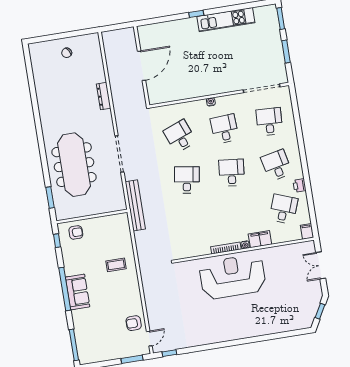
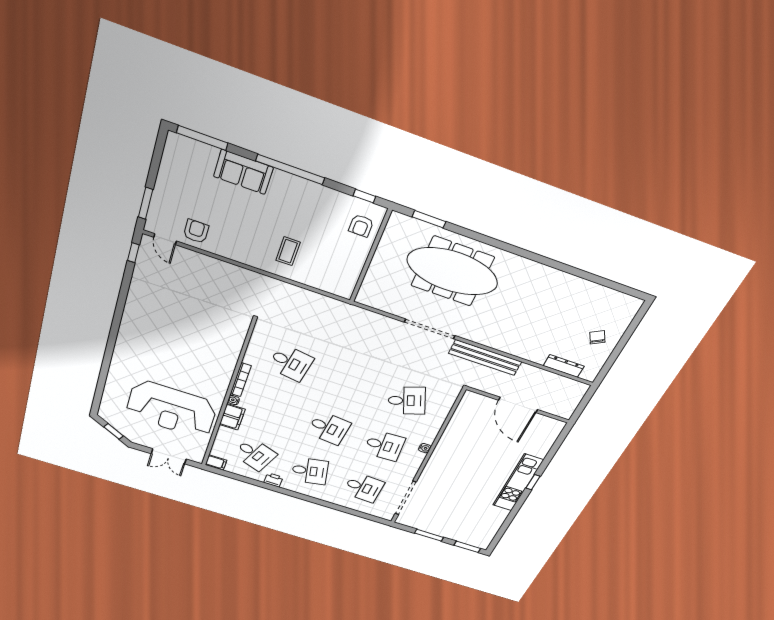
kitchen unit: (226, 20) -> (518, 483), moved
dresser: (104, 96) -> (564, 366), moved
desk: (187, 180) -> (291, 363), moved
bench: (135, 205) -> (485, 358), moved
double door: (321, 265) -> (169, 456), swing flipped
reception desk: (233, 277) -> (171, 409), moved, turned 90
sofa: (78, 292) -> (243, 172), moved

